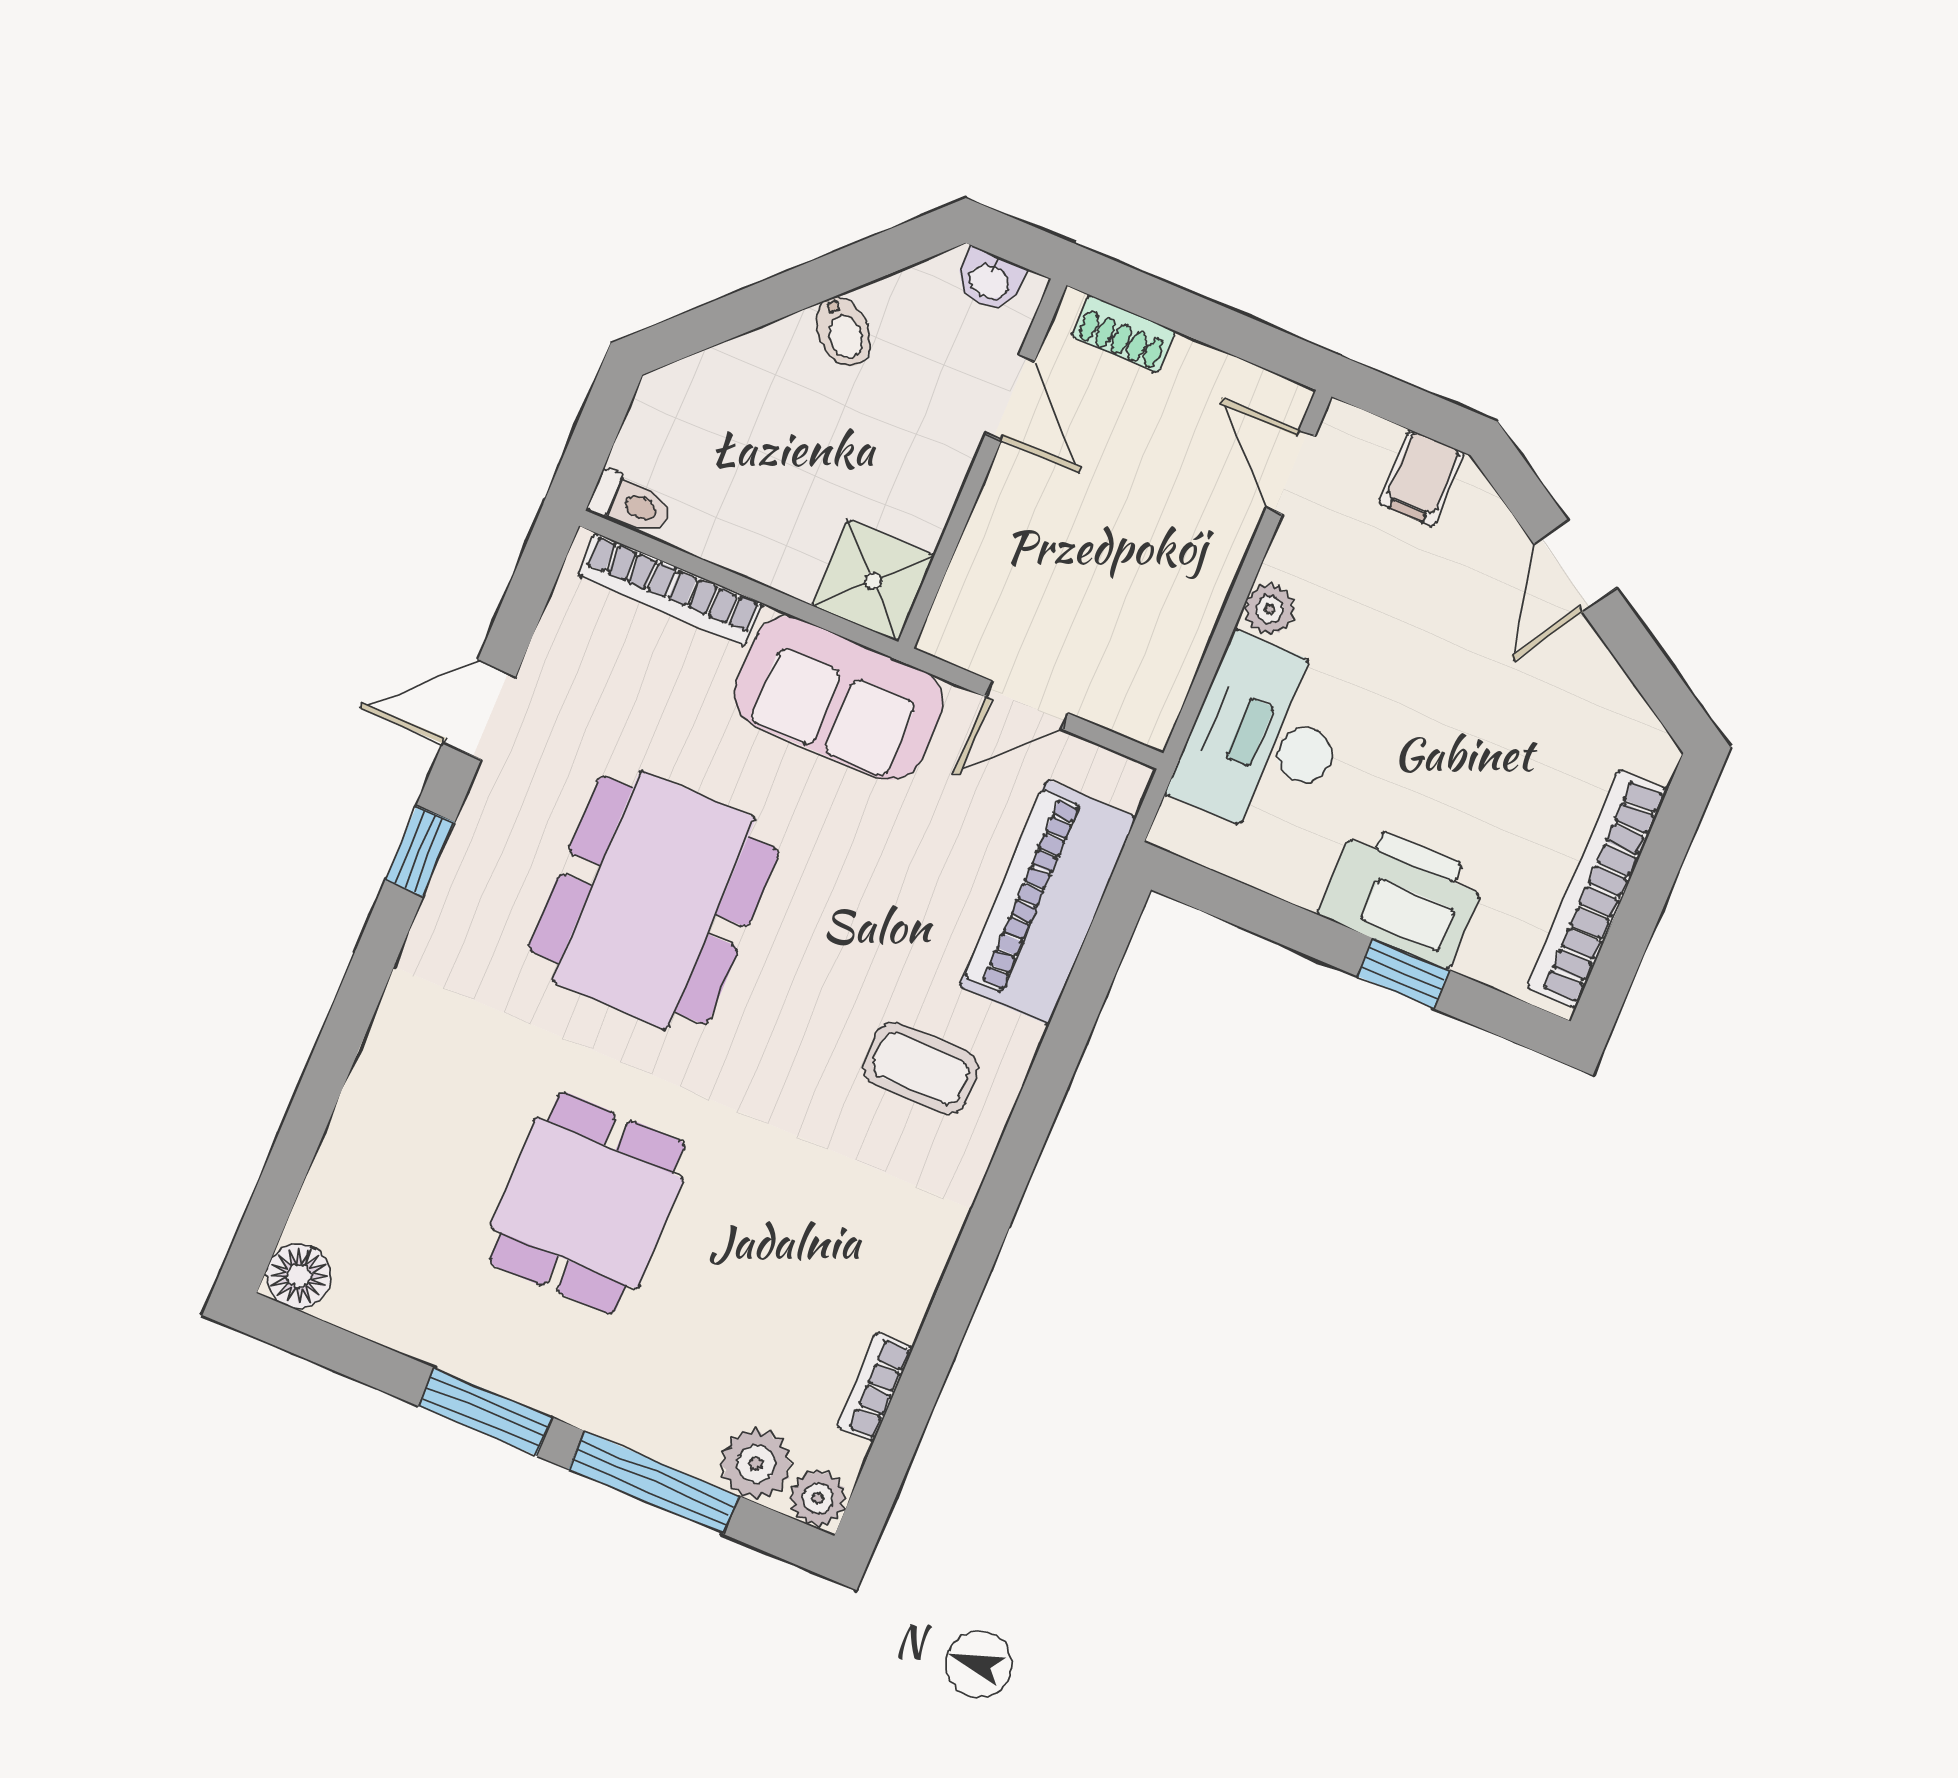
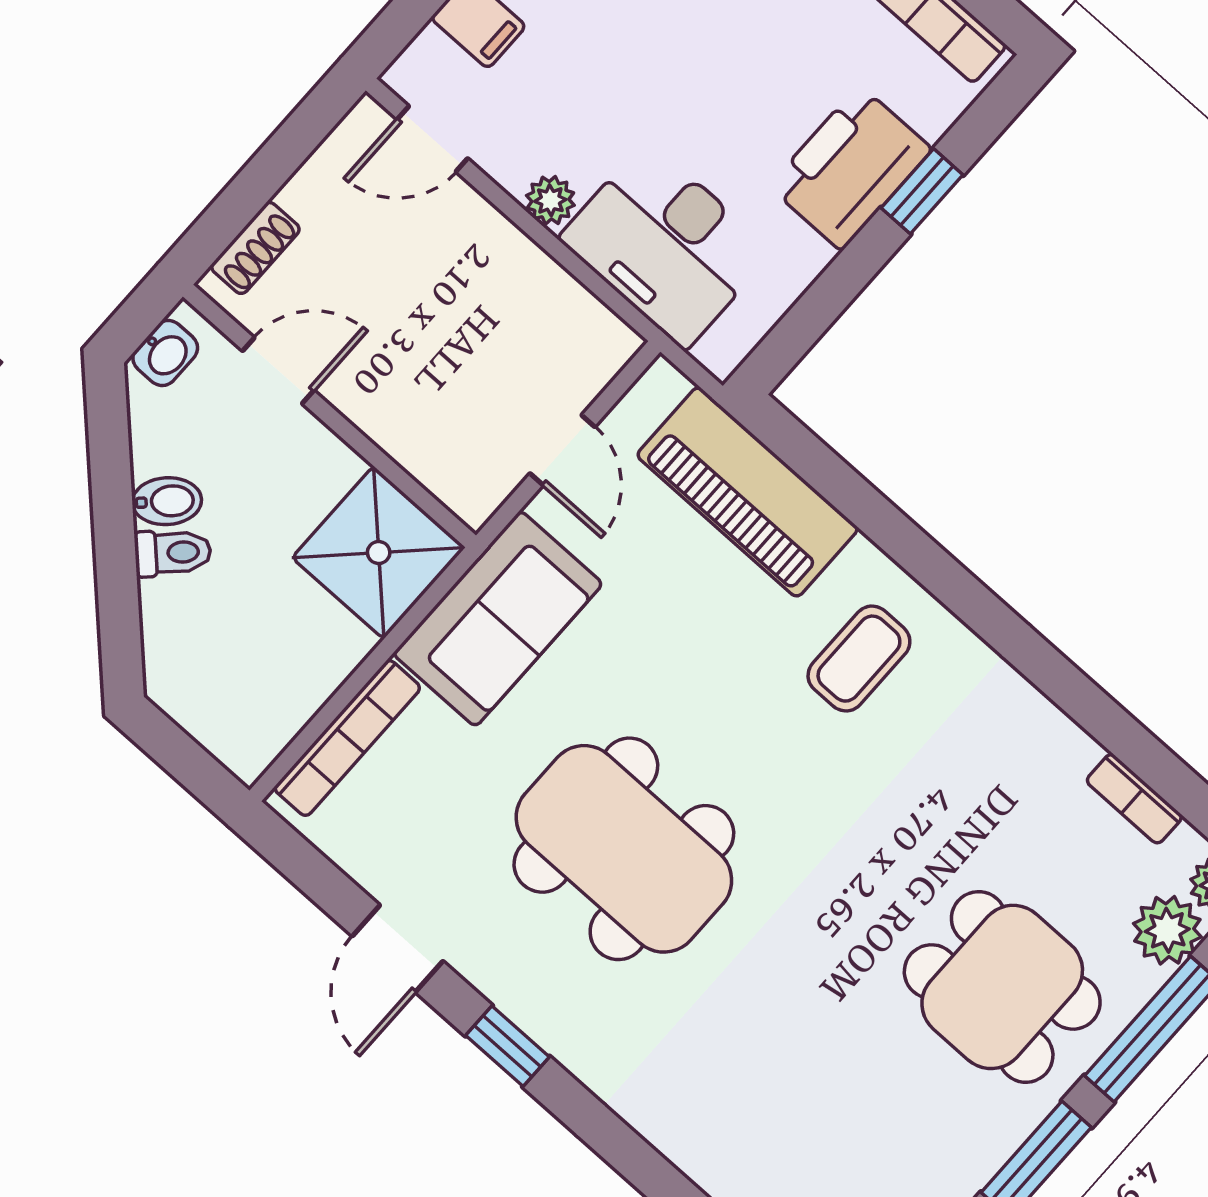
toilet: (631, 504) -> (173, 553), moved, turned 45
shower: (873, 580) -> (379, 553), width x1.36, depth x1.36
dining table: (587, 1203) -> (1002, 987), moved

